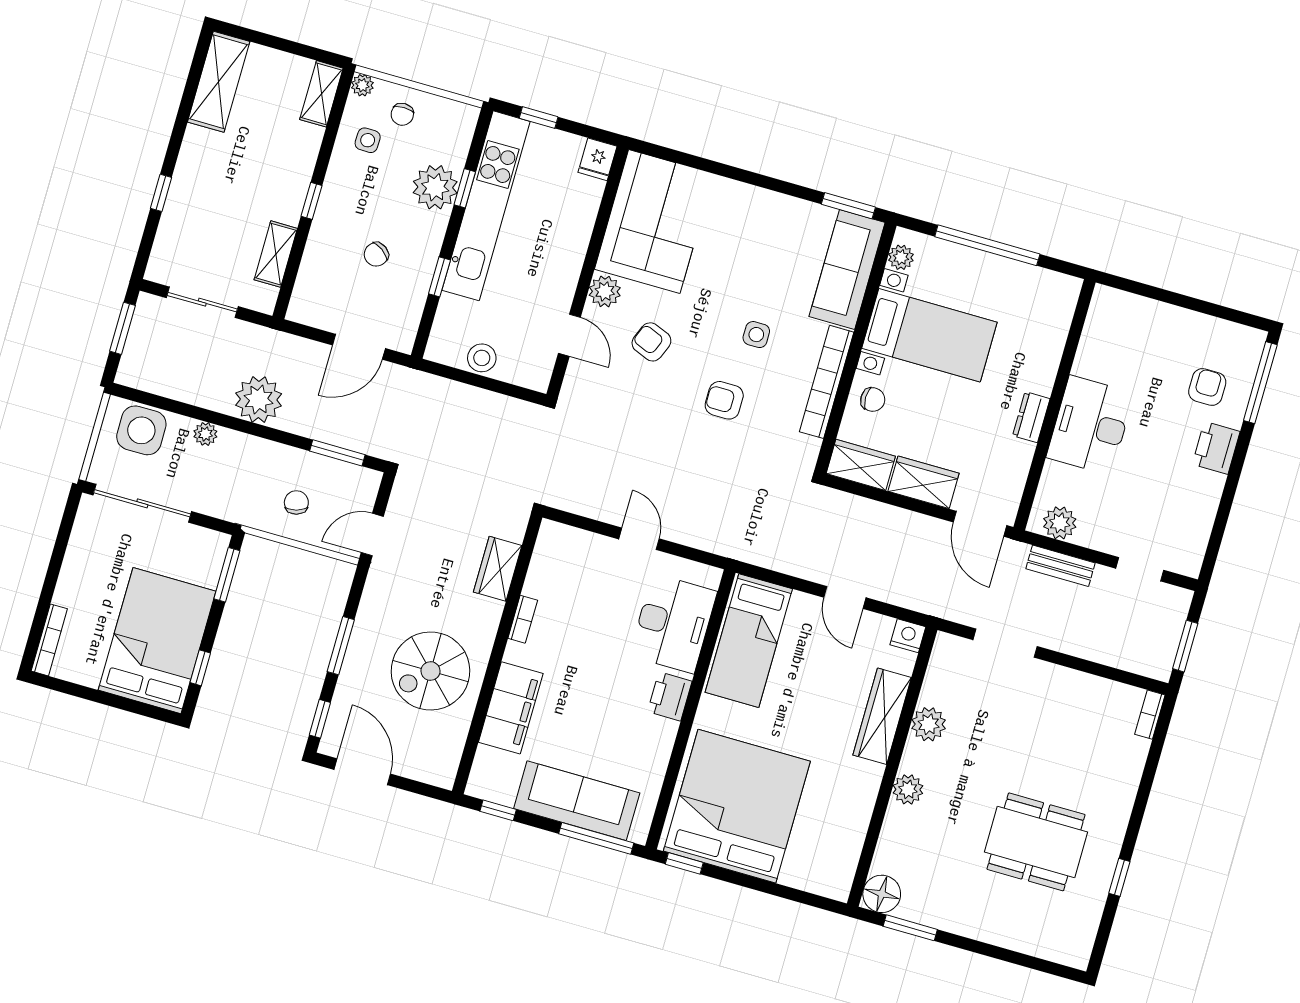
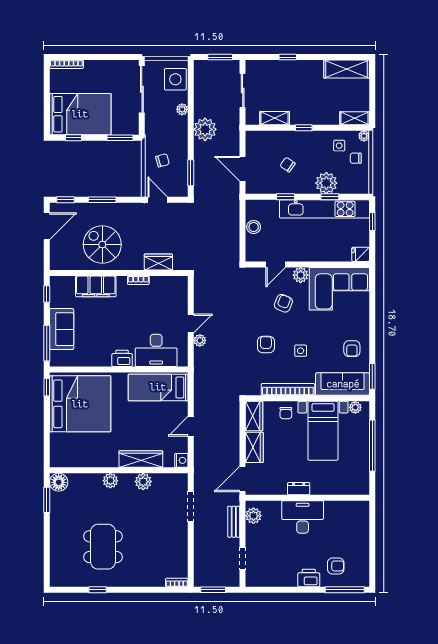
armchair: (781, 231) -> (352, 349), added
plant: (678, 530) -> (200, 340), added
sofa: (577, 801) -> (62, 329), width x0.73

